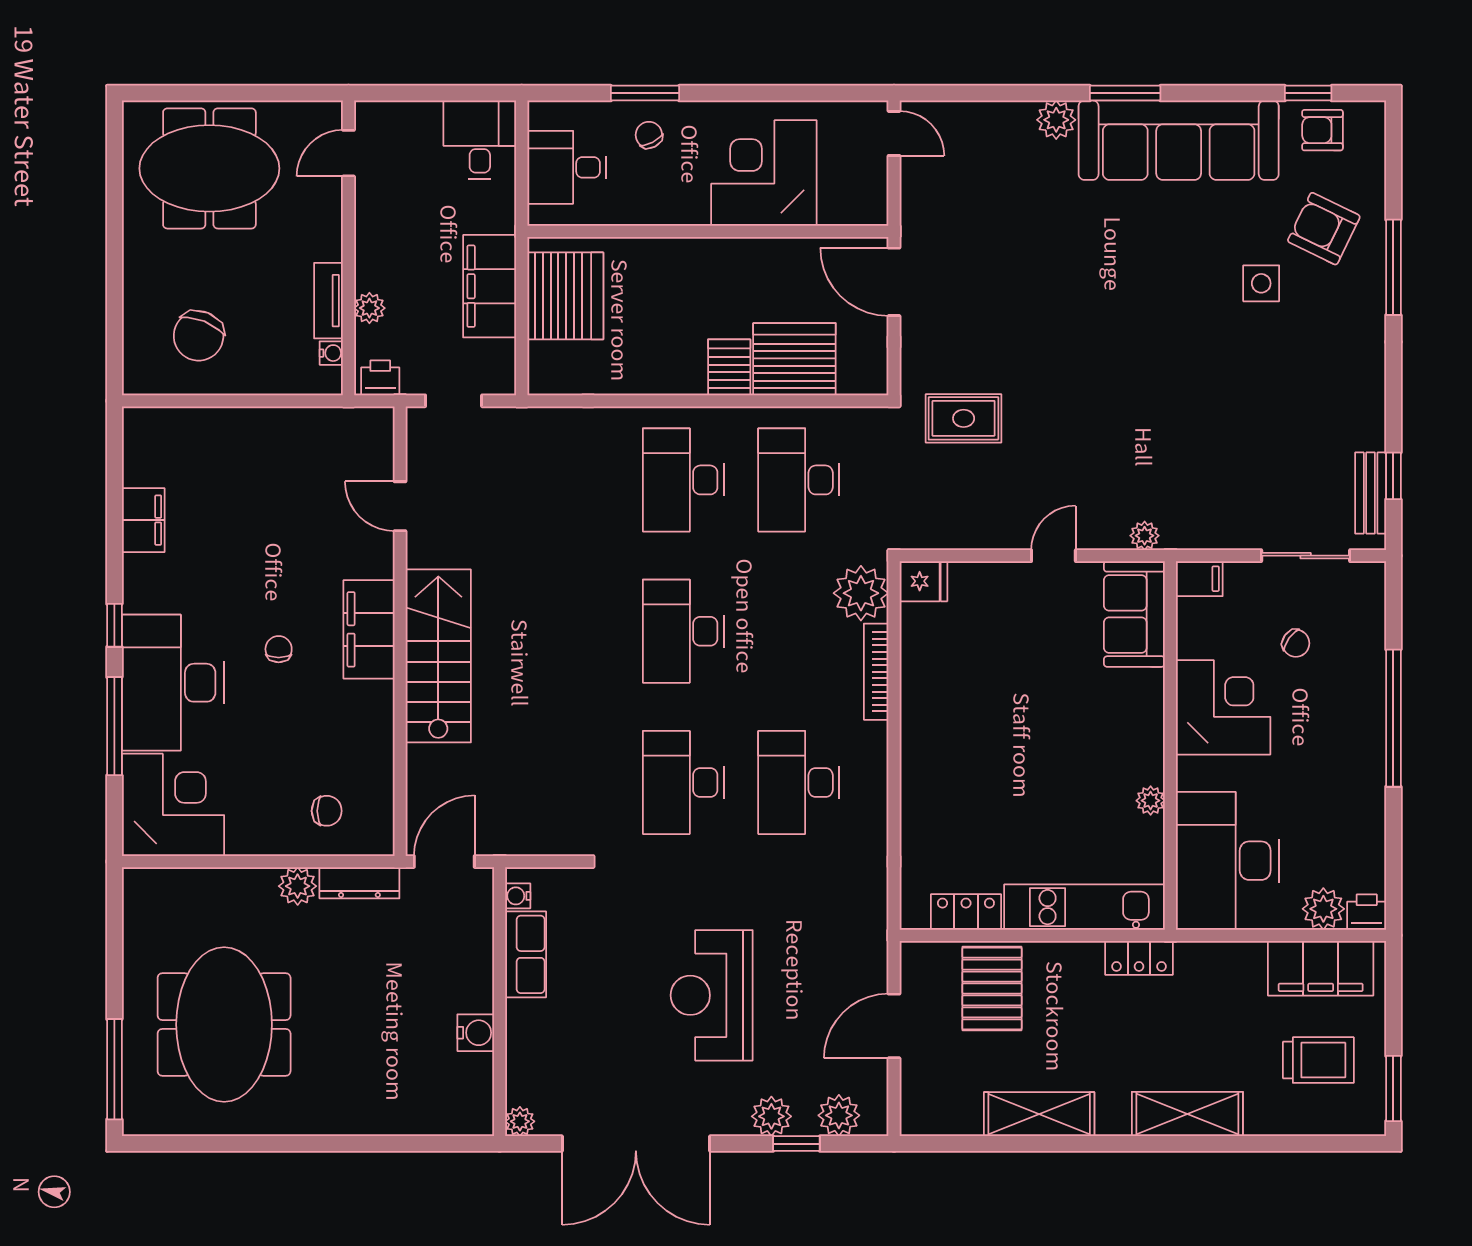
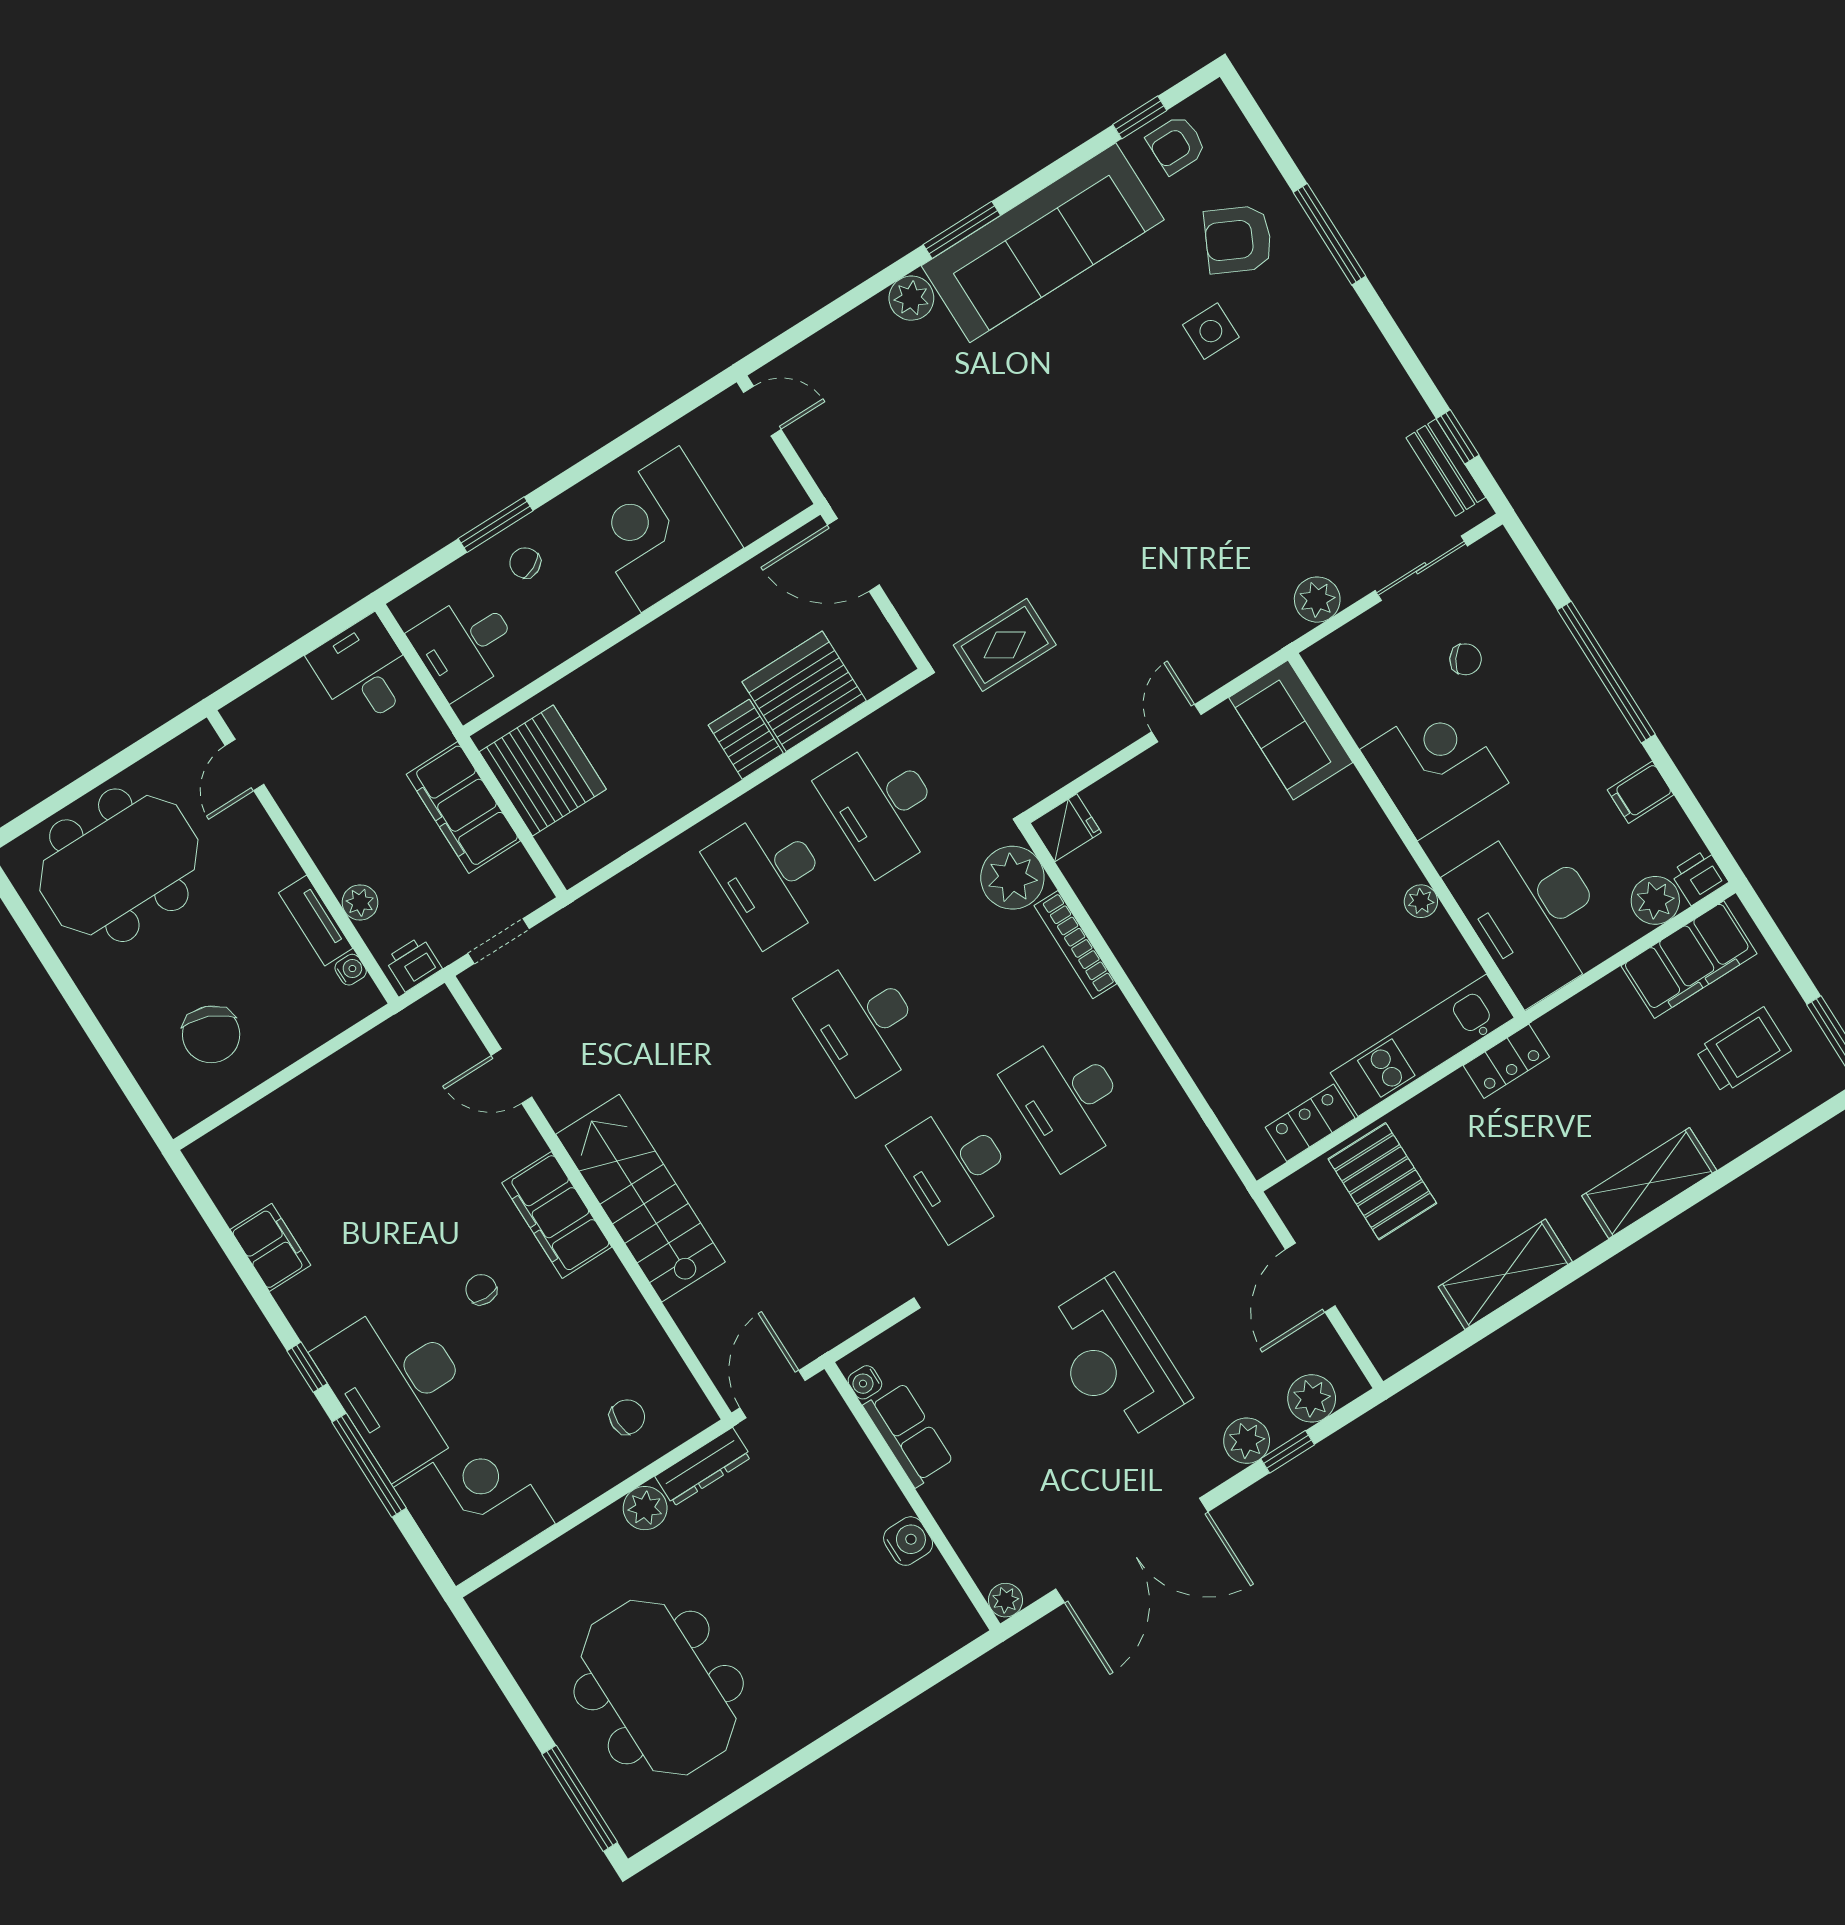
plant: (1145, 536) -> (1317, 600), moved, width x1.38, depth x1.38
filing cabinet: (1199, 579) -> (1640, 792), moved, turned 180

